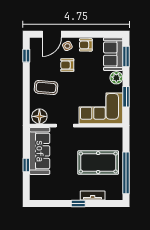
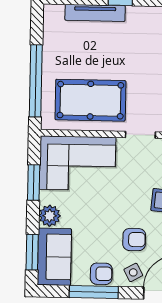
window: (90, 34) -> (94, 292), added
pool table: (98, 163) -> (90, 100), moved
window: (126, 173) -> (36, 81), moved
tv unit: (93, 195) -> (95, 13), width x1.41

